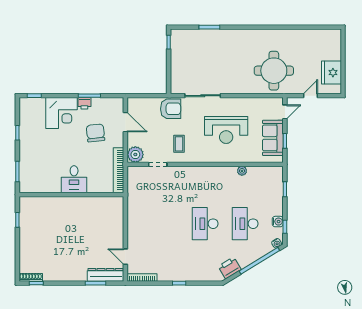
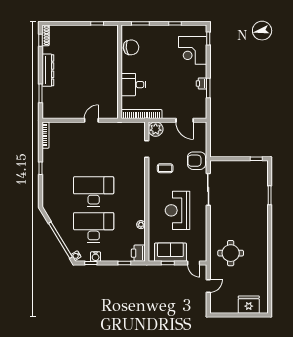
round table: (274, 71) -> (231, 253), width x0.73, depth x0.73
fridge: (331, 73) -> (249, 305), moved
door: (310, 96) -> (208, 286), hinge flipped
armchair: (171, 109) -> (197, 161), turned 90
corner desk: (62, 113) -> (193, 50), moved
door: (125, 122) -> (185, 120), hinge flipped
chair: (96, 133) -> (131, 47), moved
desk: (74, 179) -> (133, 85), moved
desk: (205, 224) -> (94, 192), width x1.36, depth x1.30
desk: (245, 224) -> (94, 227), width x1.36, depth x1.30
door: (125, 257) -> (91, 120), moved
printer: (230, 268) -> (138, 253), moved, turned -149
dresser: (106, 275) -> (48, 70), moved

